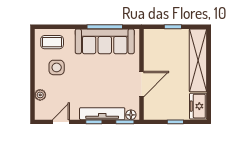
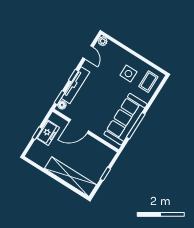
door: (142, 84) -> (79, 126), hinge flipped
plant: (40, 95) -> (103, 41), moved
freezer: (198, 106) -> (48, 133), moved, turned 90

